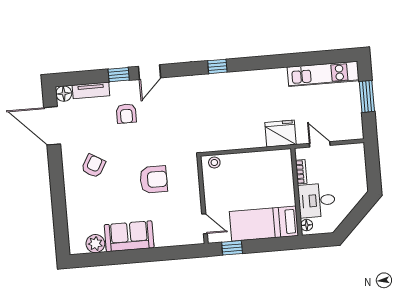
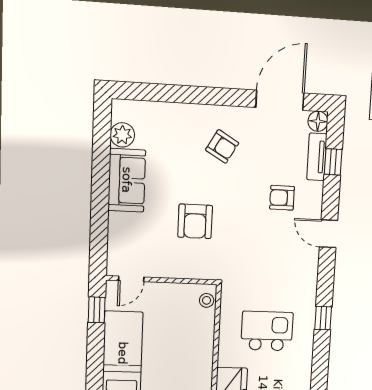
window: (119, 75) -> (333, 162), moved
kitchen island: (233, 111) -> (267, 331), added

